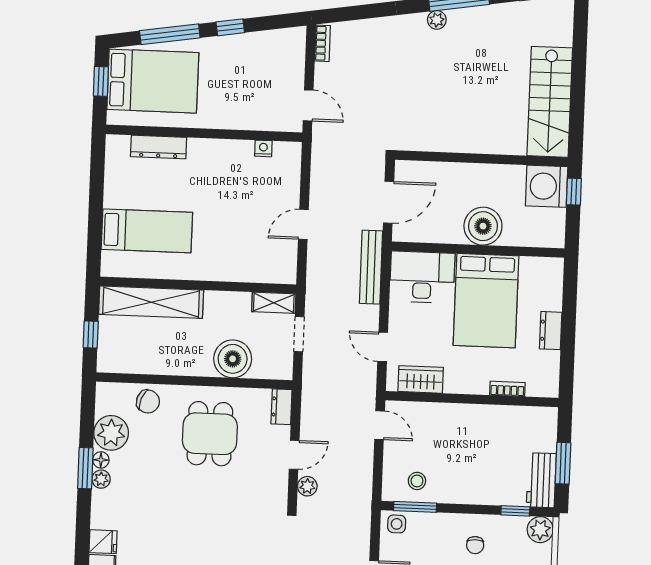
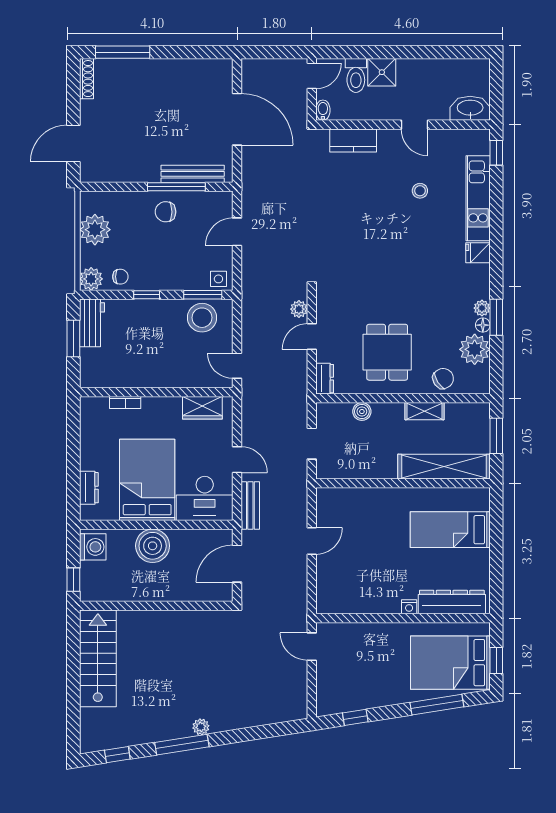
window: (230, 27) -> (355, 717), moved
bookcase: (323, 43) -> (301, 702), removed
dresser: (159, 147) -> (452, 602), width x1.37, depth x1.24
nightstand: (263, 148) -> (409, 607), moved
washing machine: (547, 186) -> (93, 547), moved, width x0.73, depth x0.73
bench: (371, 267) -> (250, 506), width x0.73
shelving: (274, 303) -> (424, 411), moved
dresser: (551, 331) -> (89, 488), moved
window: (91, 334) -> (496, 436), width x1.50
door: (383, 347) -> (237, 460), moved
boiler: (233, 359) -> (362, 412), width x0.54, depth x0.54
chair: (148, 402) -> (443, 378), turned 127
stool: (417, 481) -> (202, 318), width x1.89, depth x1.89
window: (515, 511) -> (147, 295), moved
chair: (475, 545) -> (120, 277), moved, turned 90

